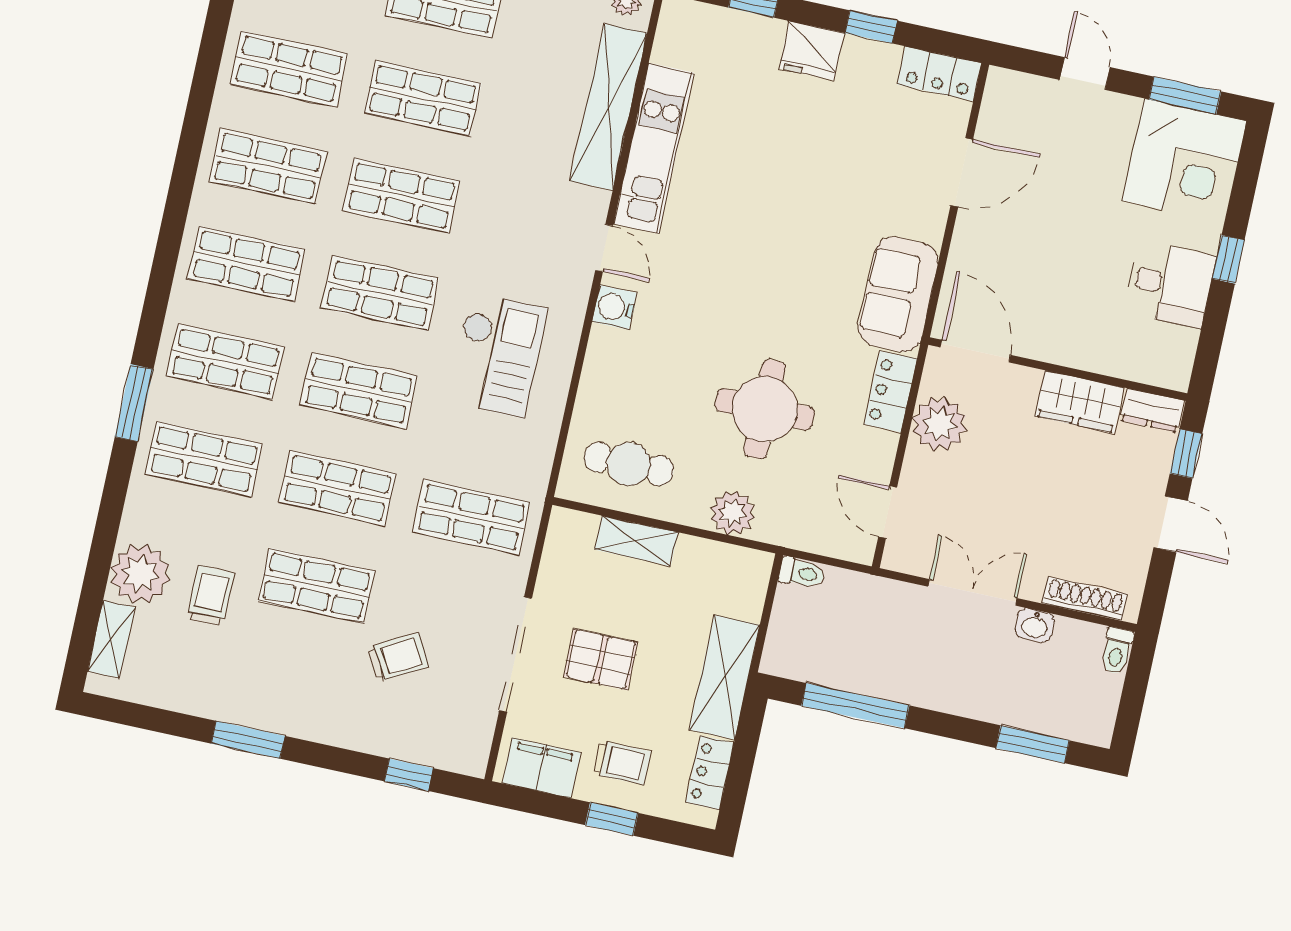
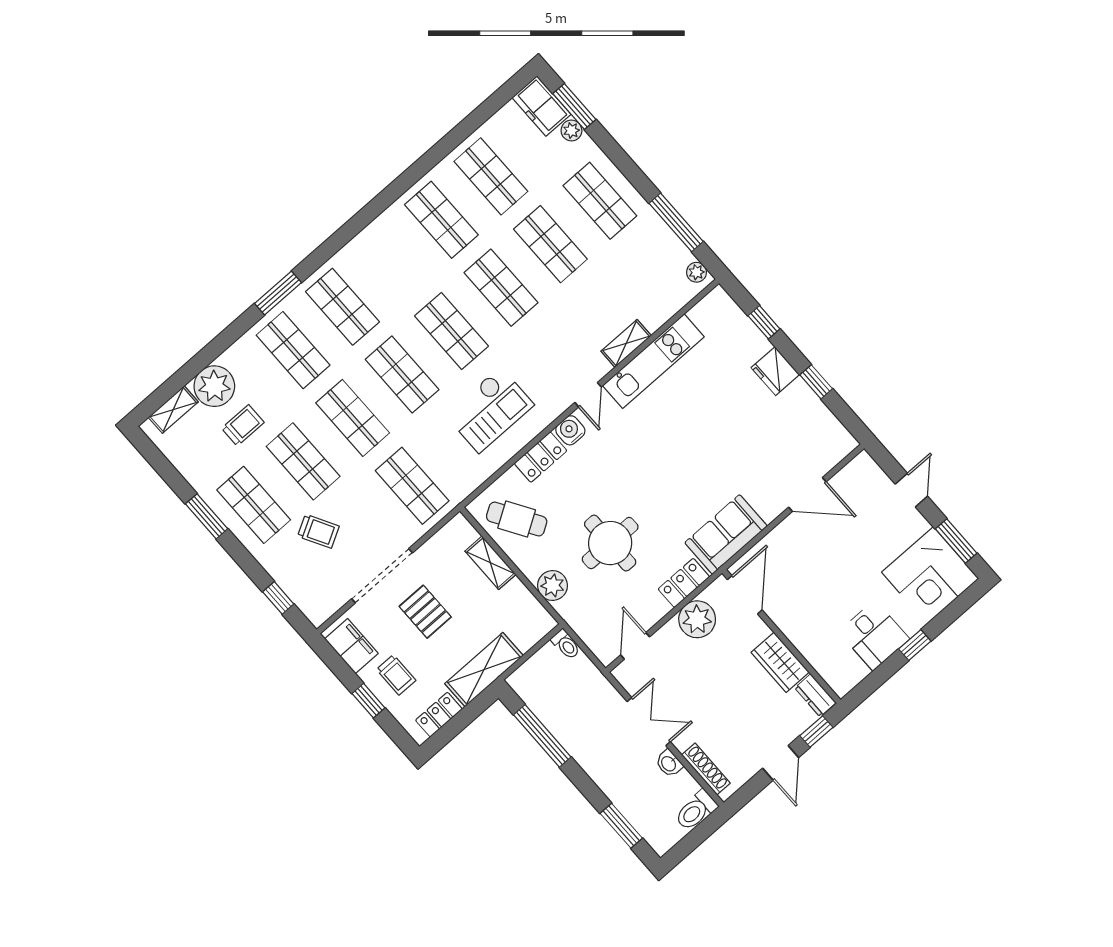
locker: (939, 74) -> (541, 457), moved, turned -90
shelving: (608, 107) -> (626, 343), width x0.45, depth x0.75
shop shelf: (246, 264) -> (254, 505), moved
cafe table: (629, 464) -> (517, 519), turned -32
toilet: (1117, 651) -> (696, 810), width x1.37, depth x1.39

